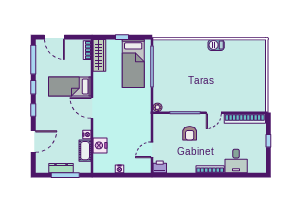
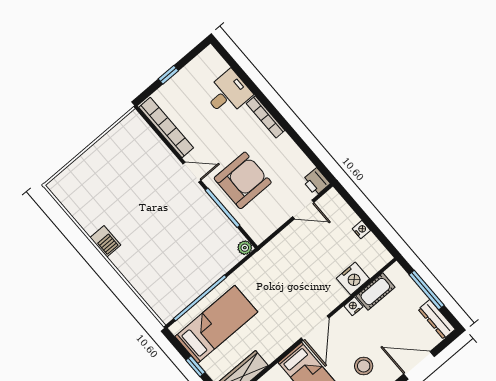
stool: (55, 115) -> (364, 366), added
armchair: (190, 133) -> (243, 180), width x1.88, depth x1.88
dresser: (61, 168) -> (437, 319), moved

